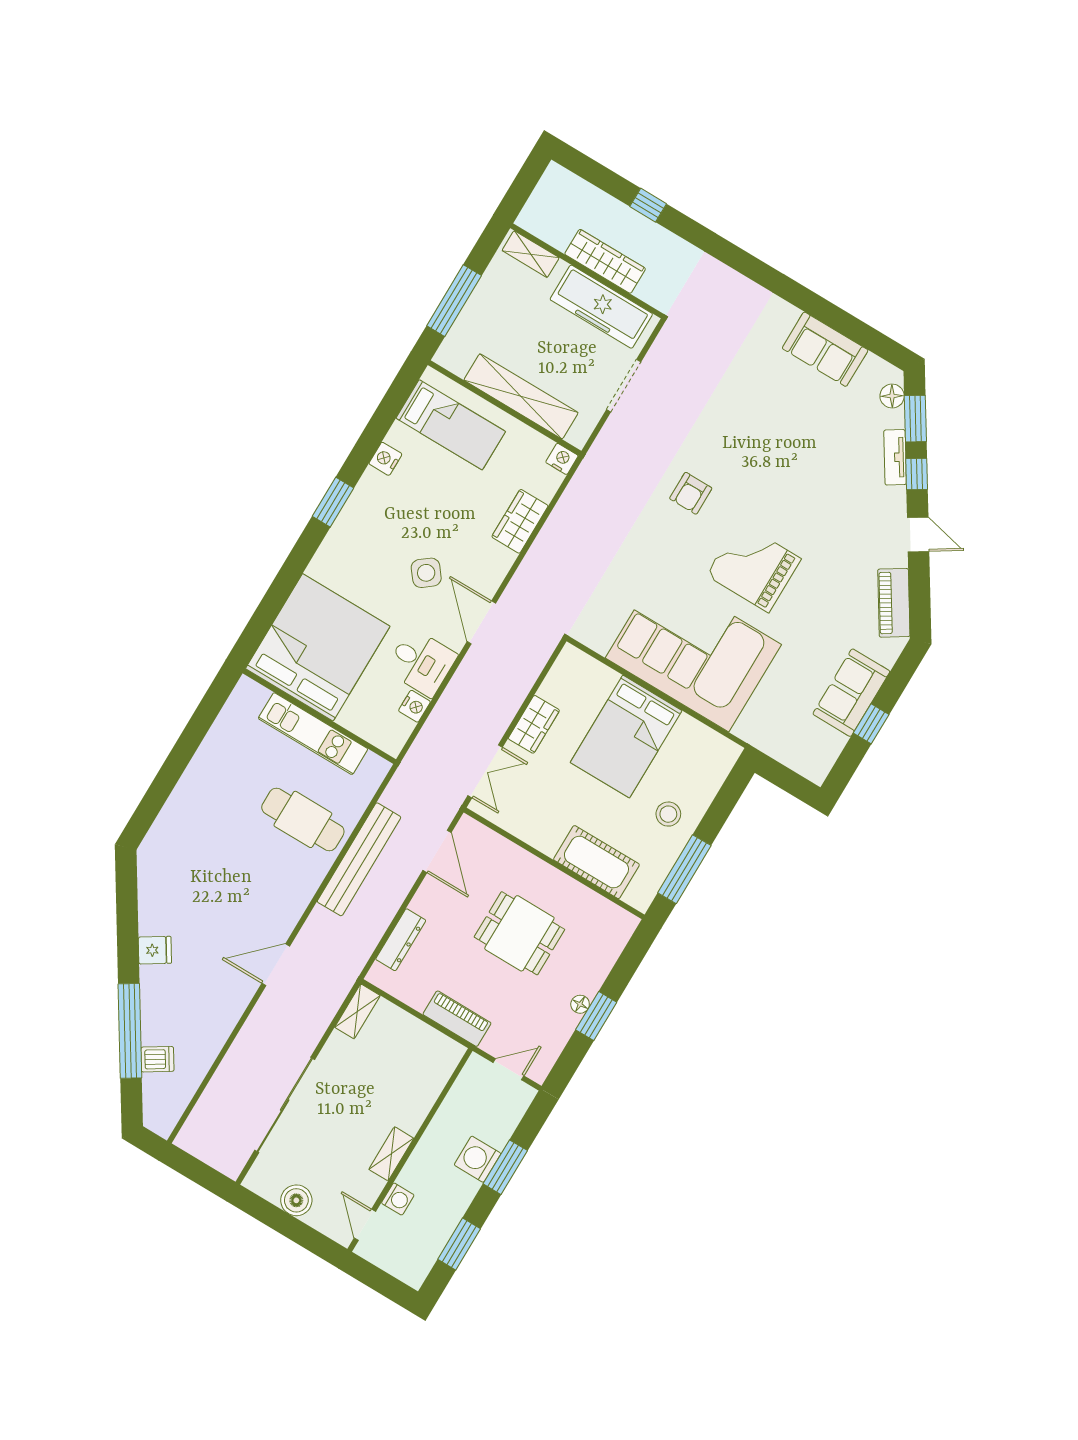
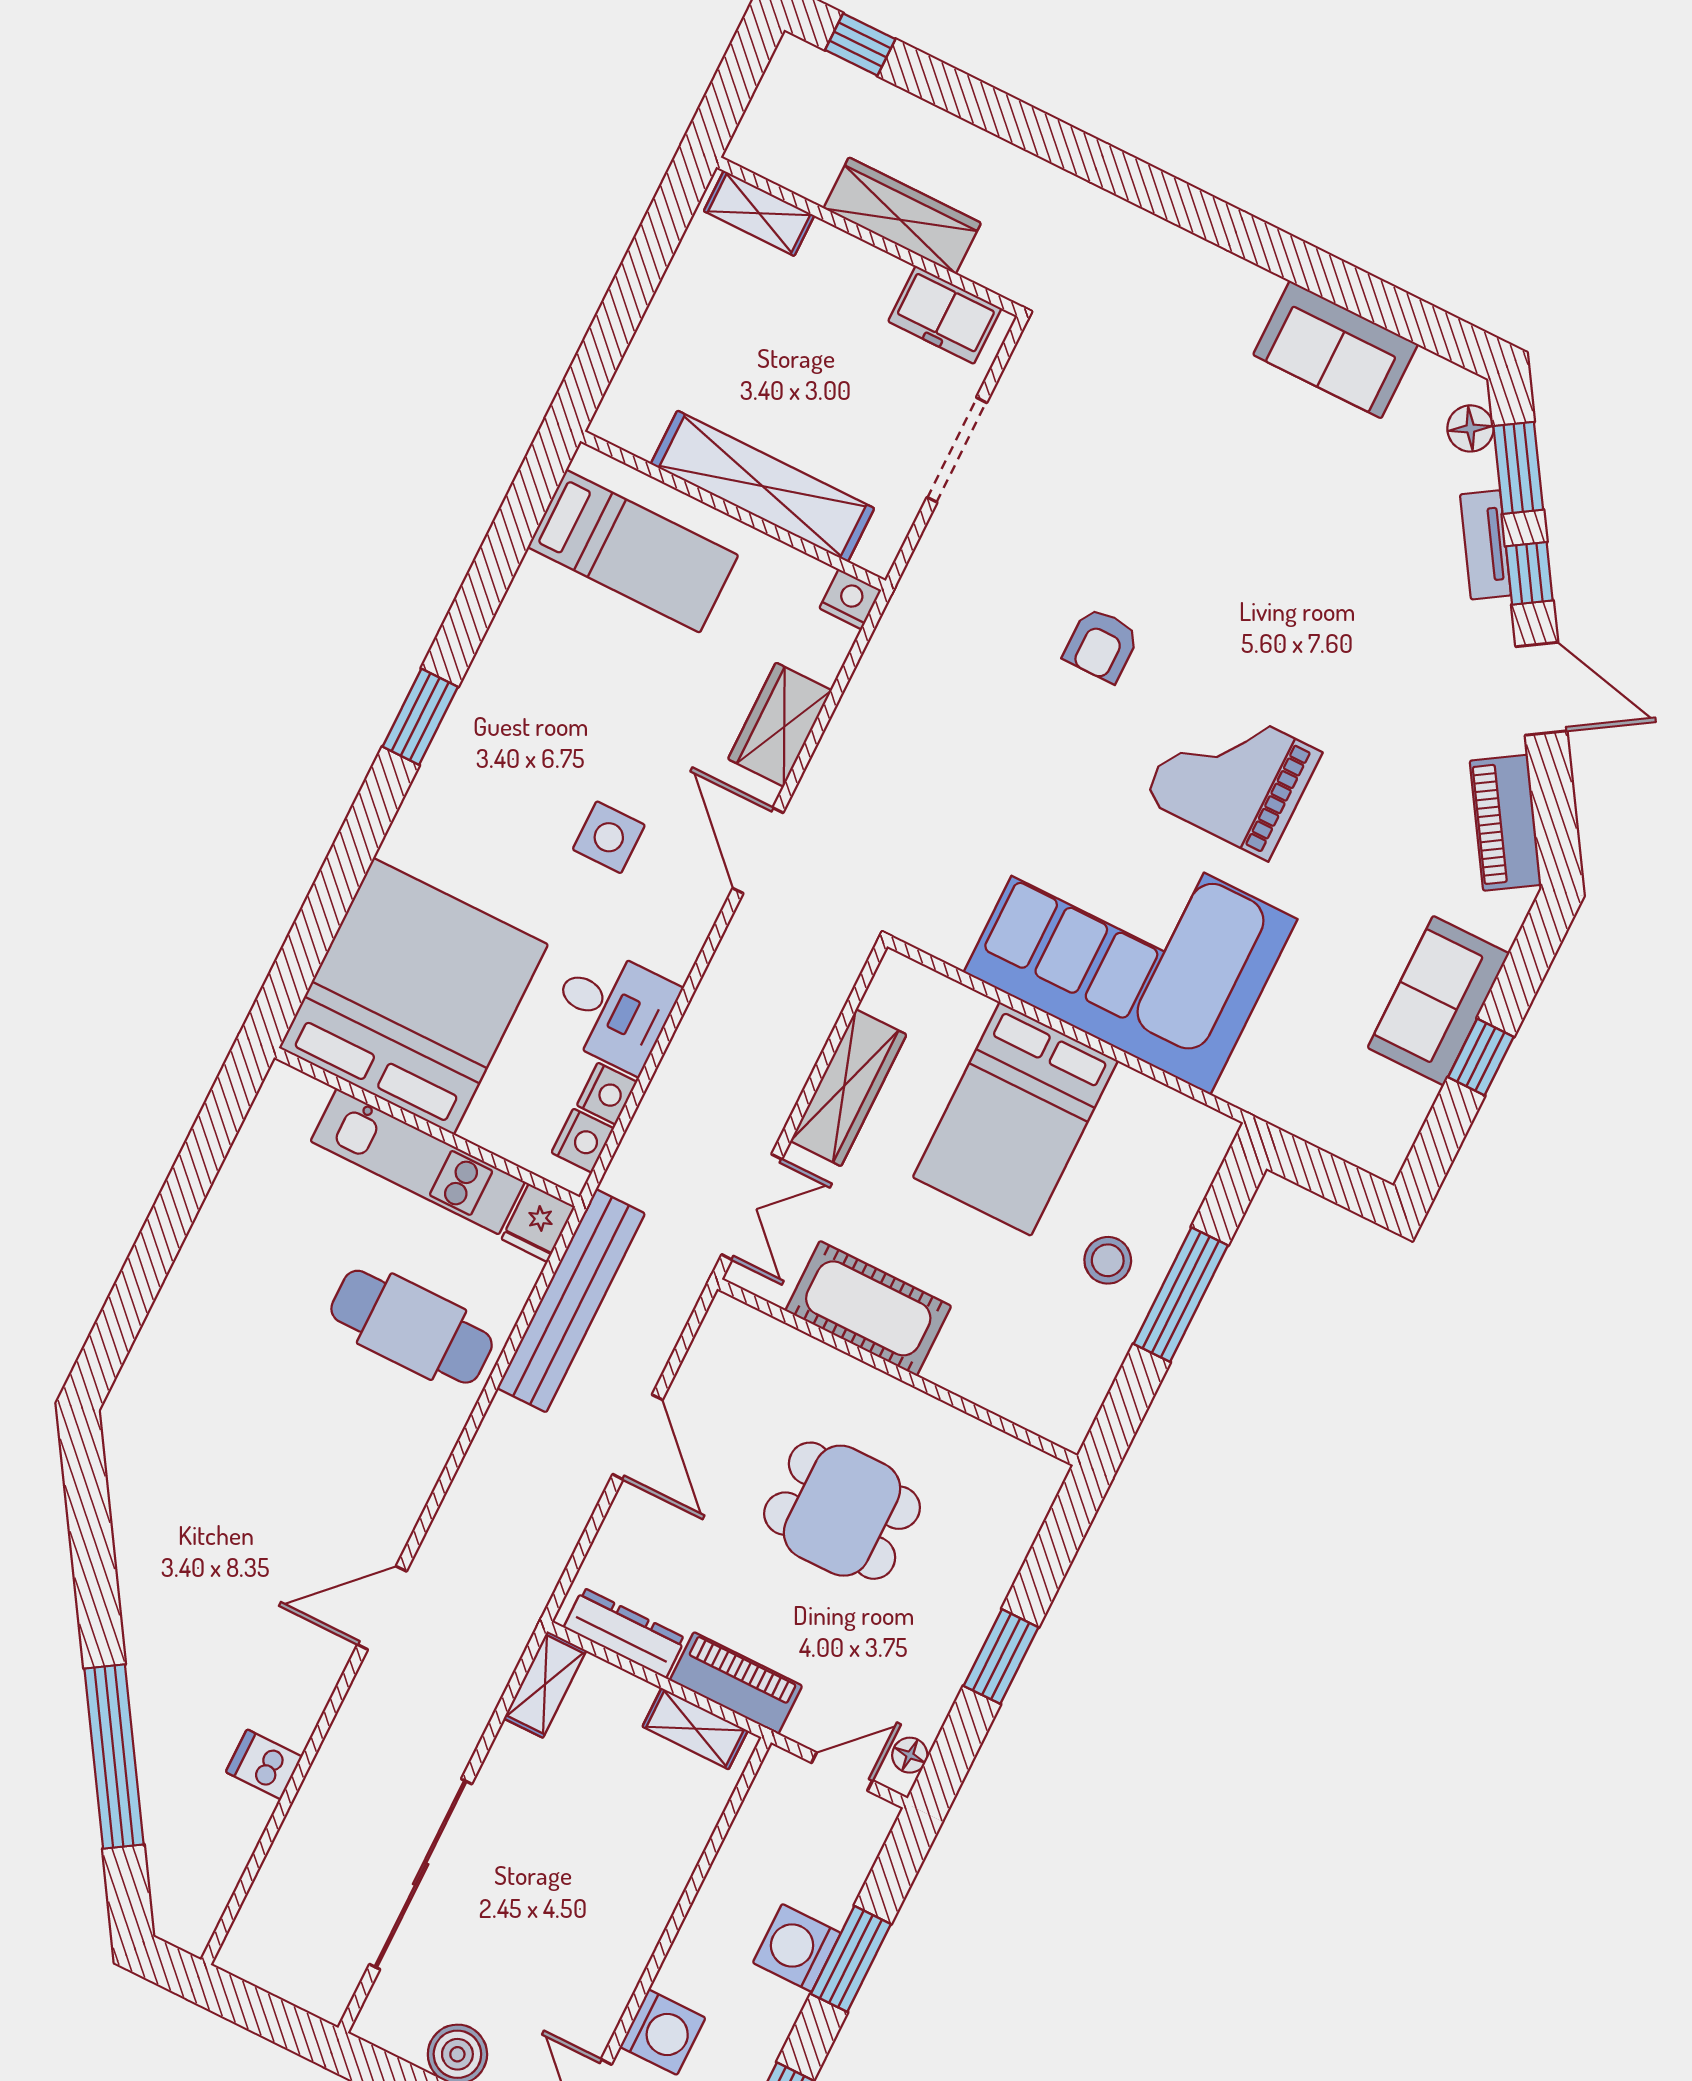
window: (648, 205) -> (860, 44), moved
window: (454, 301) -> (620, 314), removed
freezer: (601, 307) -> (945, 315), width x0.52, depth x0.79
nightstand: (385, 459) -> (583, 1141), moved, turned 180
door: (918, 535) -> (1541, 689), width x1.38
side table: (426, 573) -> (609, 837), turned 38
door: (481, 622) -> (758, 850), moved
wardrobe: (534, 724) -> (848, 1088), width x1.50
door: (437, 851) -> (638, 1437), moved
bench: (359, 859) -> (571, 1301), moved
cot: (596, 862) -> (868, 1308), moved
window: (684, 869) -> (1181, 1295), moved
dresser: (401, 940) -> (625, 1633), moved, turned -90
fridge: (155, 950) -> (538, 1223), moved, turned 122
floor lamp: (580, 1004) -> (910, 1755), moved
dishwasher: (157, 1059) -> (264, 1764), moved, turned -148
shelving: (391, 1154) -> (695, 1729), moved, turned 90
washing machine: (398, 1199) -> (663, 2032), width x1.38, depth x1.38

